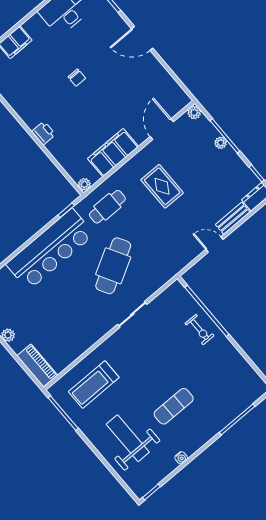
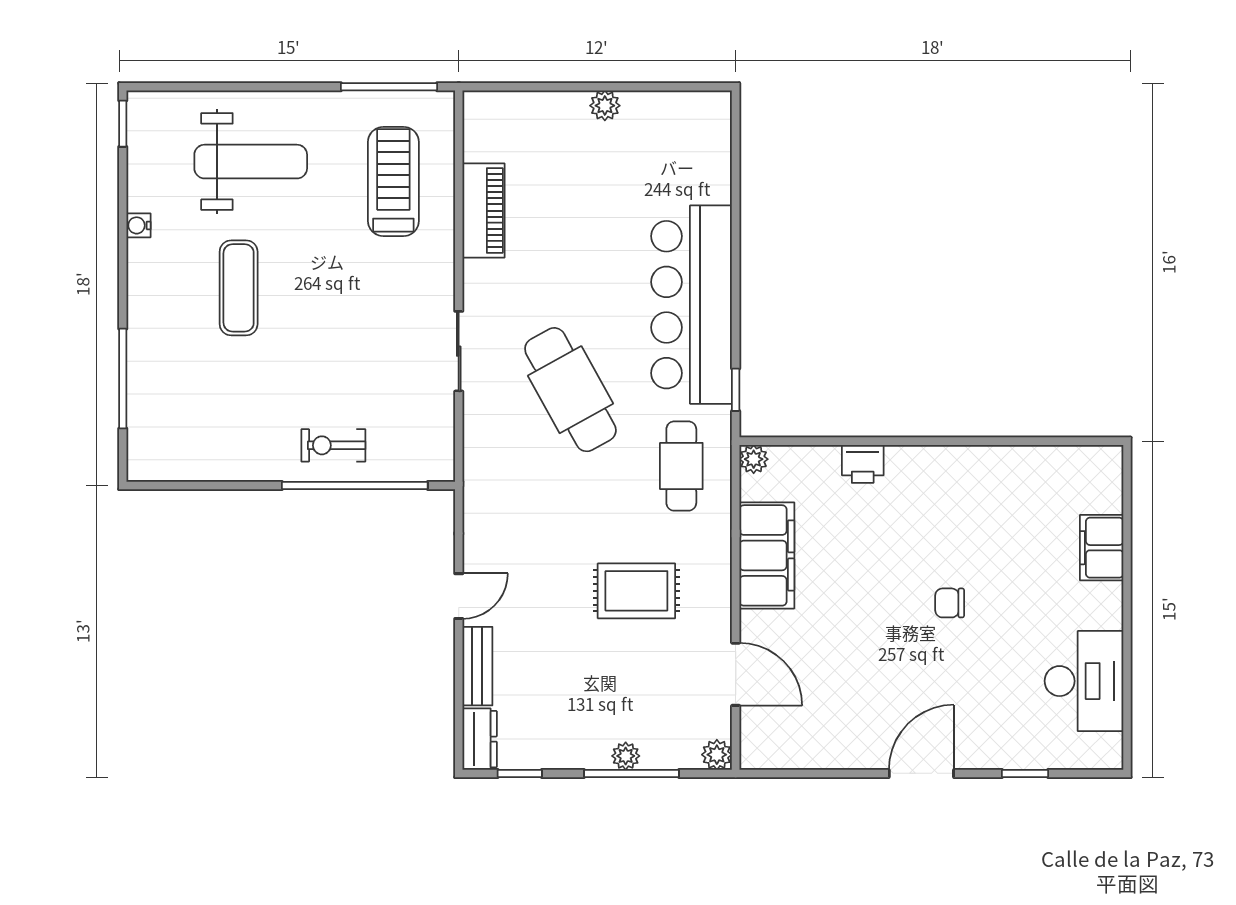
printer: (44, 133) -> (863, 464), moved
piano: (37, 366) -> (483, 211), moved, turned -90

